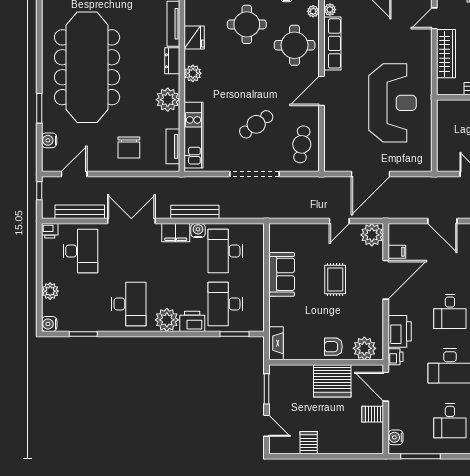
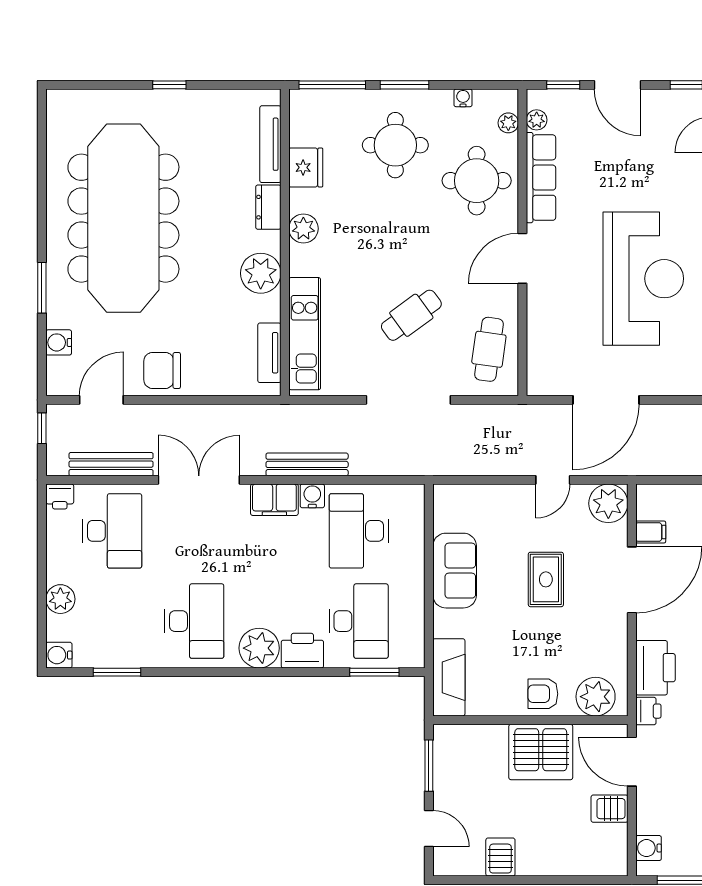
chair: (129, 147) -> (162, 370), moved, turned 90
desk: (225, 304) -> (359, 621), turned 180
fireplace: (276, 343) -> (449, 677), width x1.37, depth x1.32

